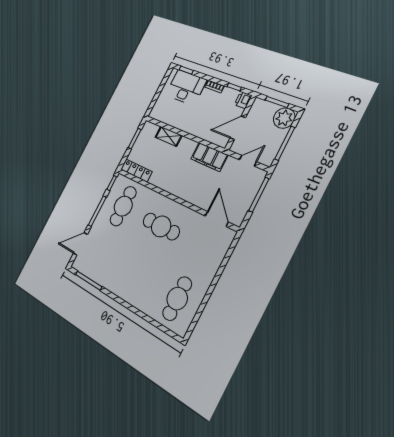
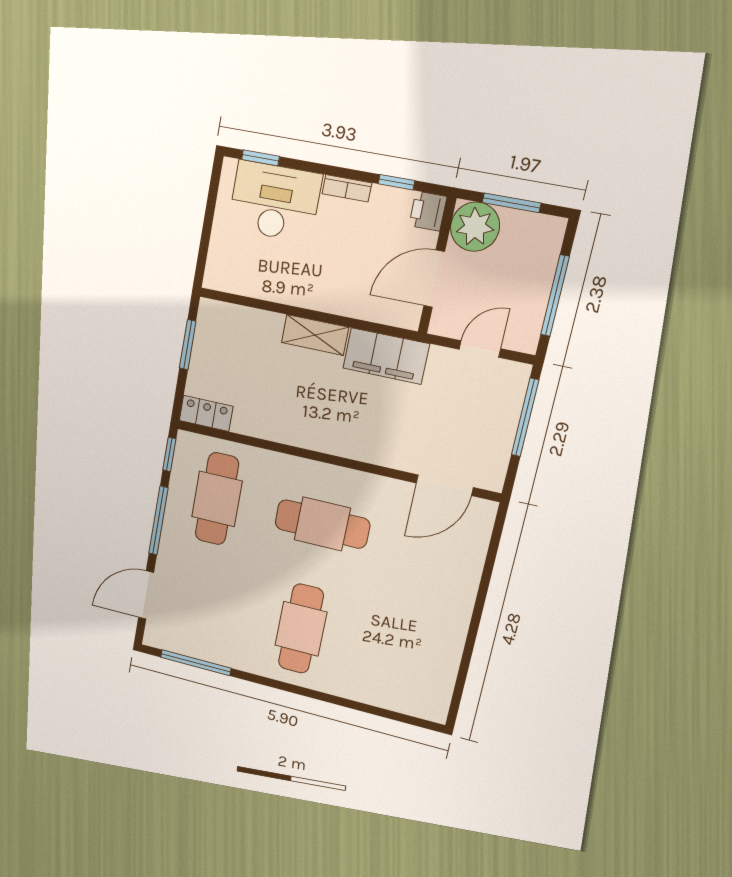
plant: (284, 118) -> (475, 227), moved
shelving: (169, 136) -> (315, 335), moved
locker: (136, 170) -> (206, 413), width x0.66
door: (217, 219) -> (445, 485), swing flipped
cafe table: (177, 299) -> (301, 629), moved

